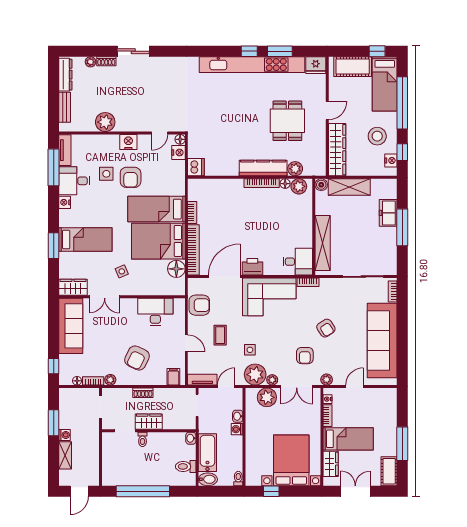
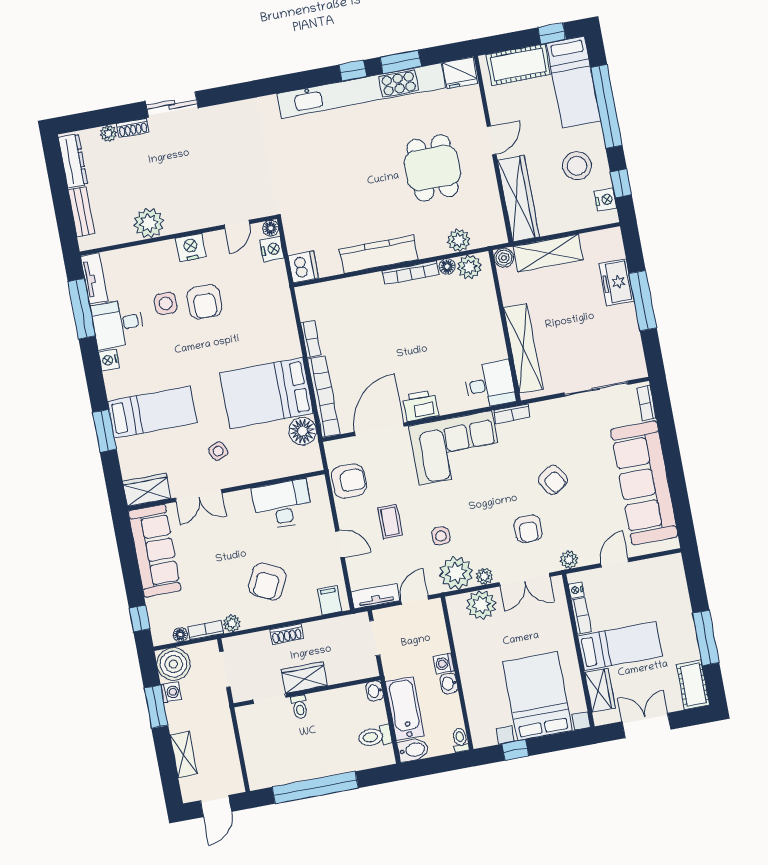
kitchen counter: (263, 168) -> (379, 254), moved
bed: (156, 209) -> (254, 344), removed
boiler: (69, 398) -> (174, 664), added
washbasin: (238, 416) -> (449, 683), moved
washing machine: (65, 435) -> (171, 692), moved

